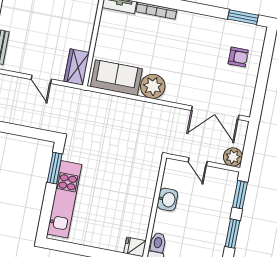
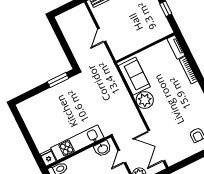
wardrobe: (77, 67) -> (123, 50), removed
kitchen unit: (64, 199) -> (77, 143), moved, turned 180
washbasin: (167, 200) -> (103, 149), moved

